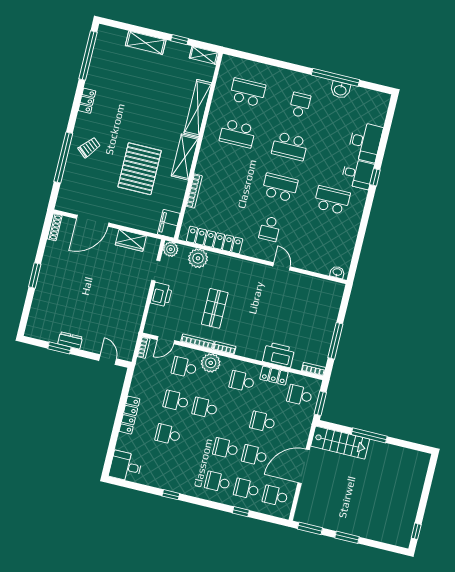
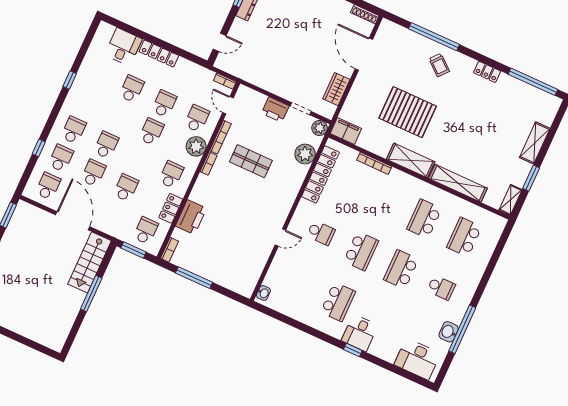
window: (180, 40) -> (531, 178), width x1.50
school desk: (248, 92) -> (464, 237), turned 180
desk: (365, 142) -> (417, 359), moved
school desk: (270, 229) -> (321, 233), turned 180
desk: (126, 466) -> (123, 47), moved

